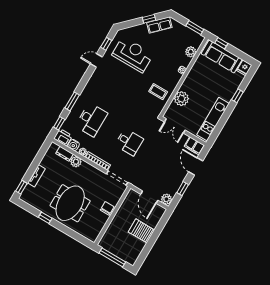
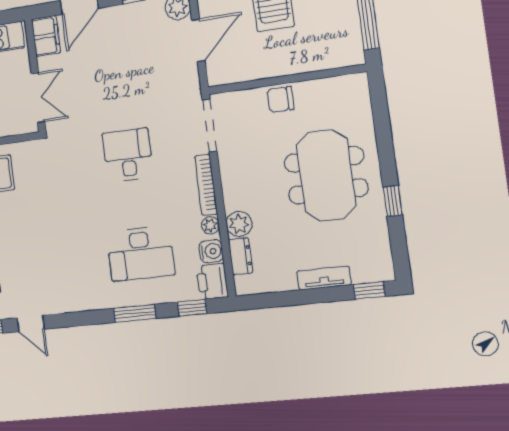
desk: (91, 120) -> (140, 253), turned 180
meeting table: (70, 203) -> (326, 175), turned 90

